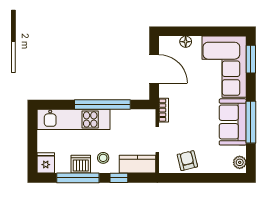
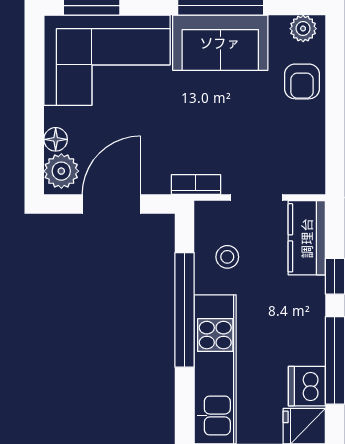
plant: (170, 44) -> (61, 171), added
stool: (103, 158) -> (227, 257), moved
armchair: (187, 161) -> (302, 81), moved, turned -76
dishwasher: (81, 164) -> (307, 386), moved

